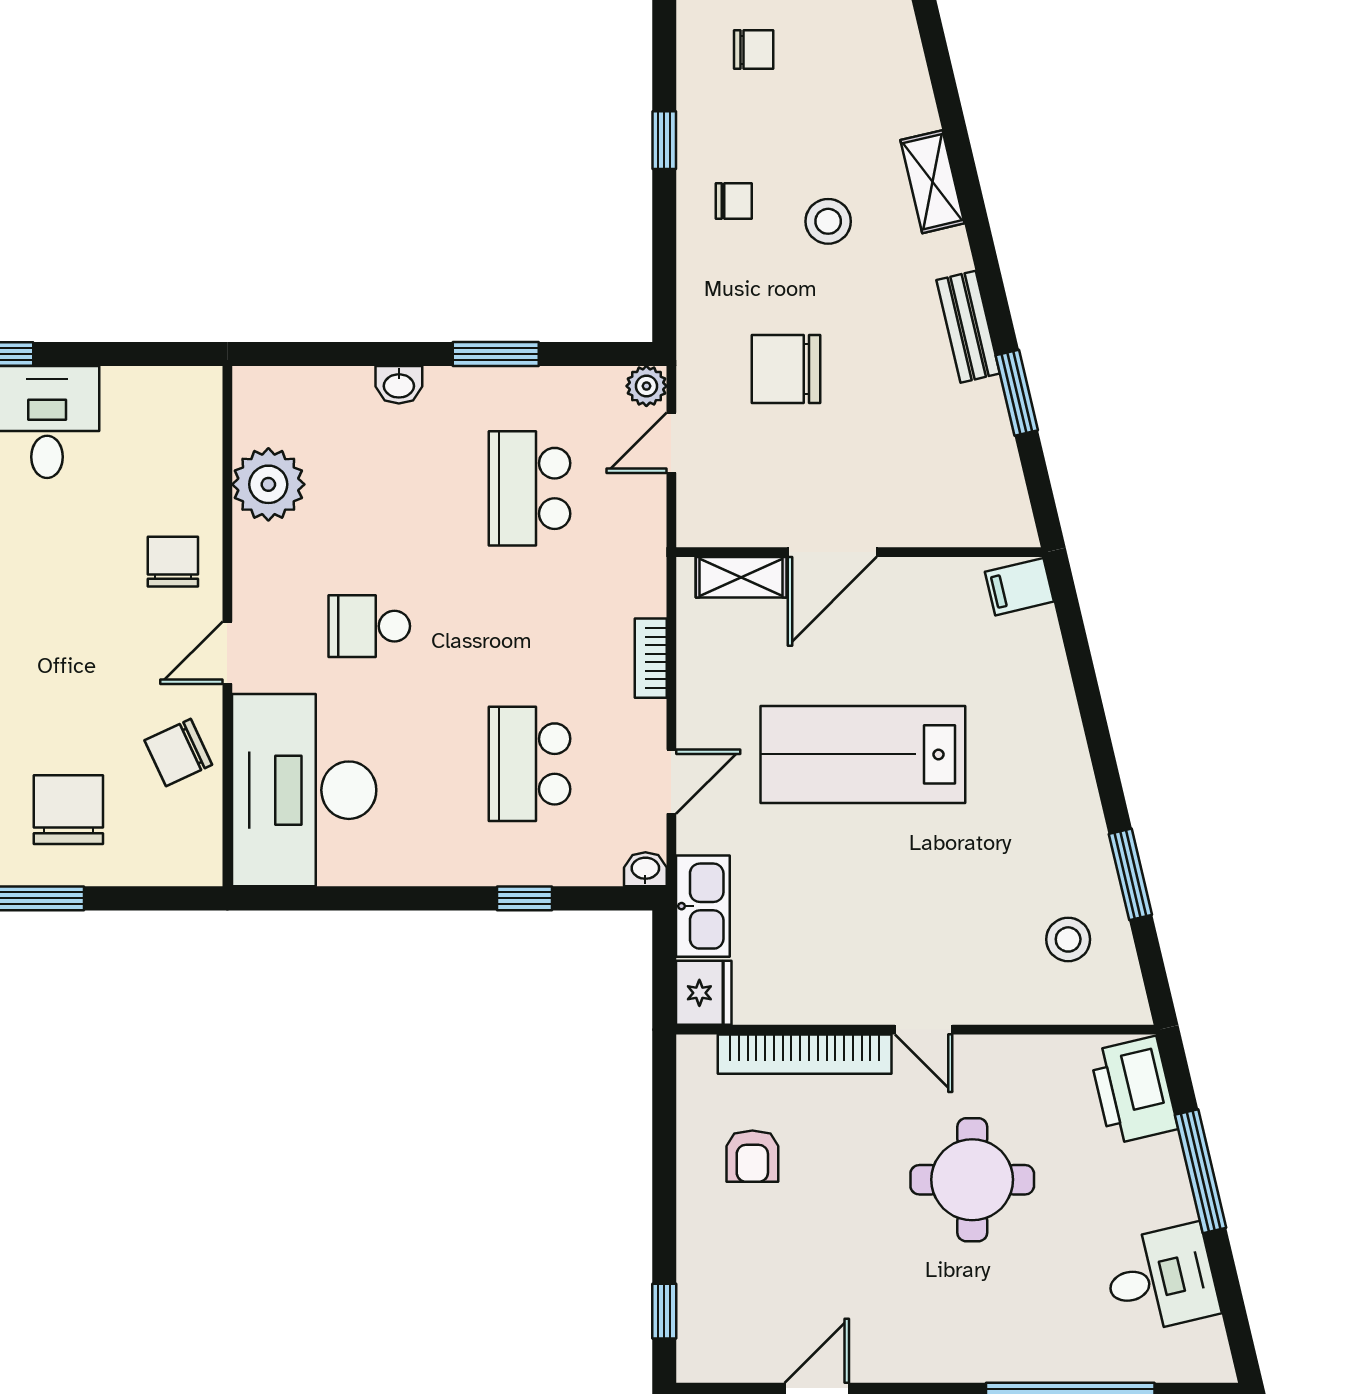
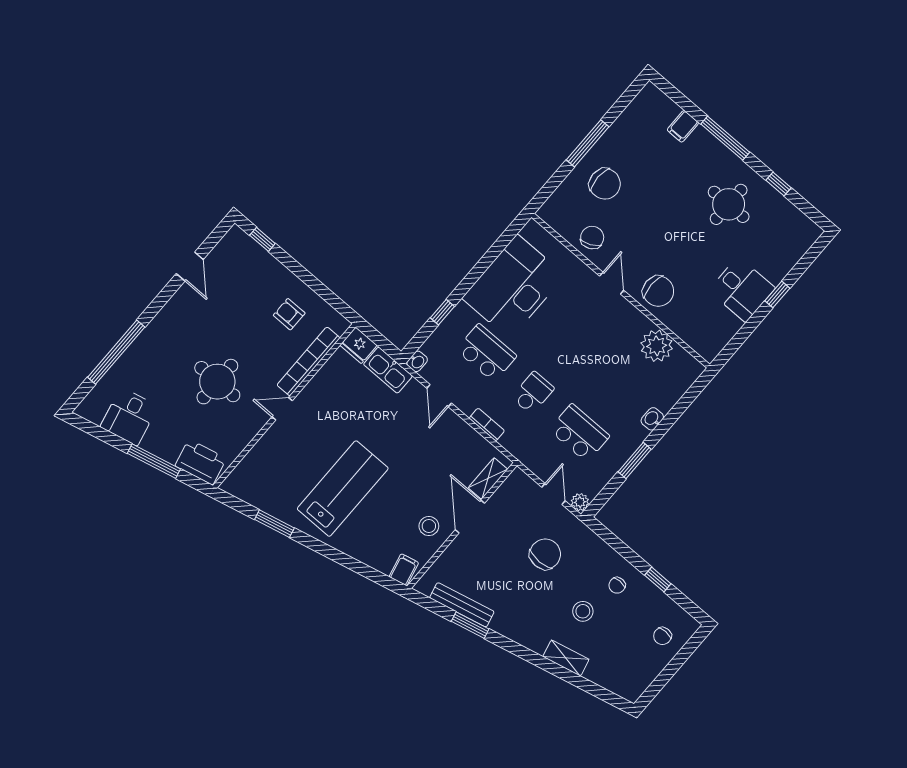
bench: (968, 327) -> (462, 605), moved, width x1.36
chair: (173, 562) -> (658, 291), width x1.37, depth x1.37
school desk: (369, 626) -> (533, 393), moved
lab bench: (863, 754) -> (343, 489), moved
desk: (304, 790) -> (513, 287), moved, turned -90
stool: (1068, 939) -> (429, 526), moved

